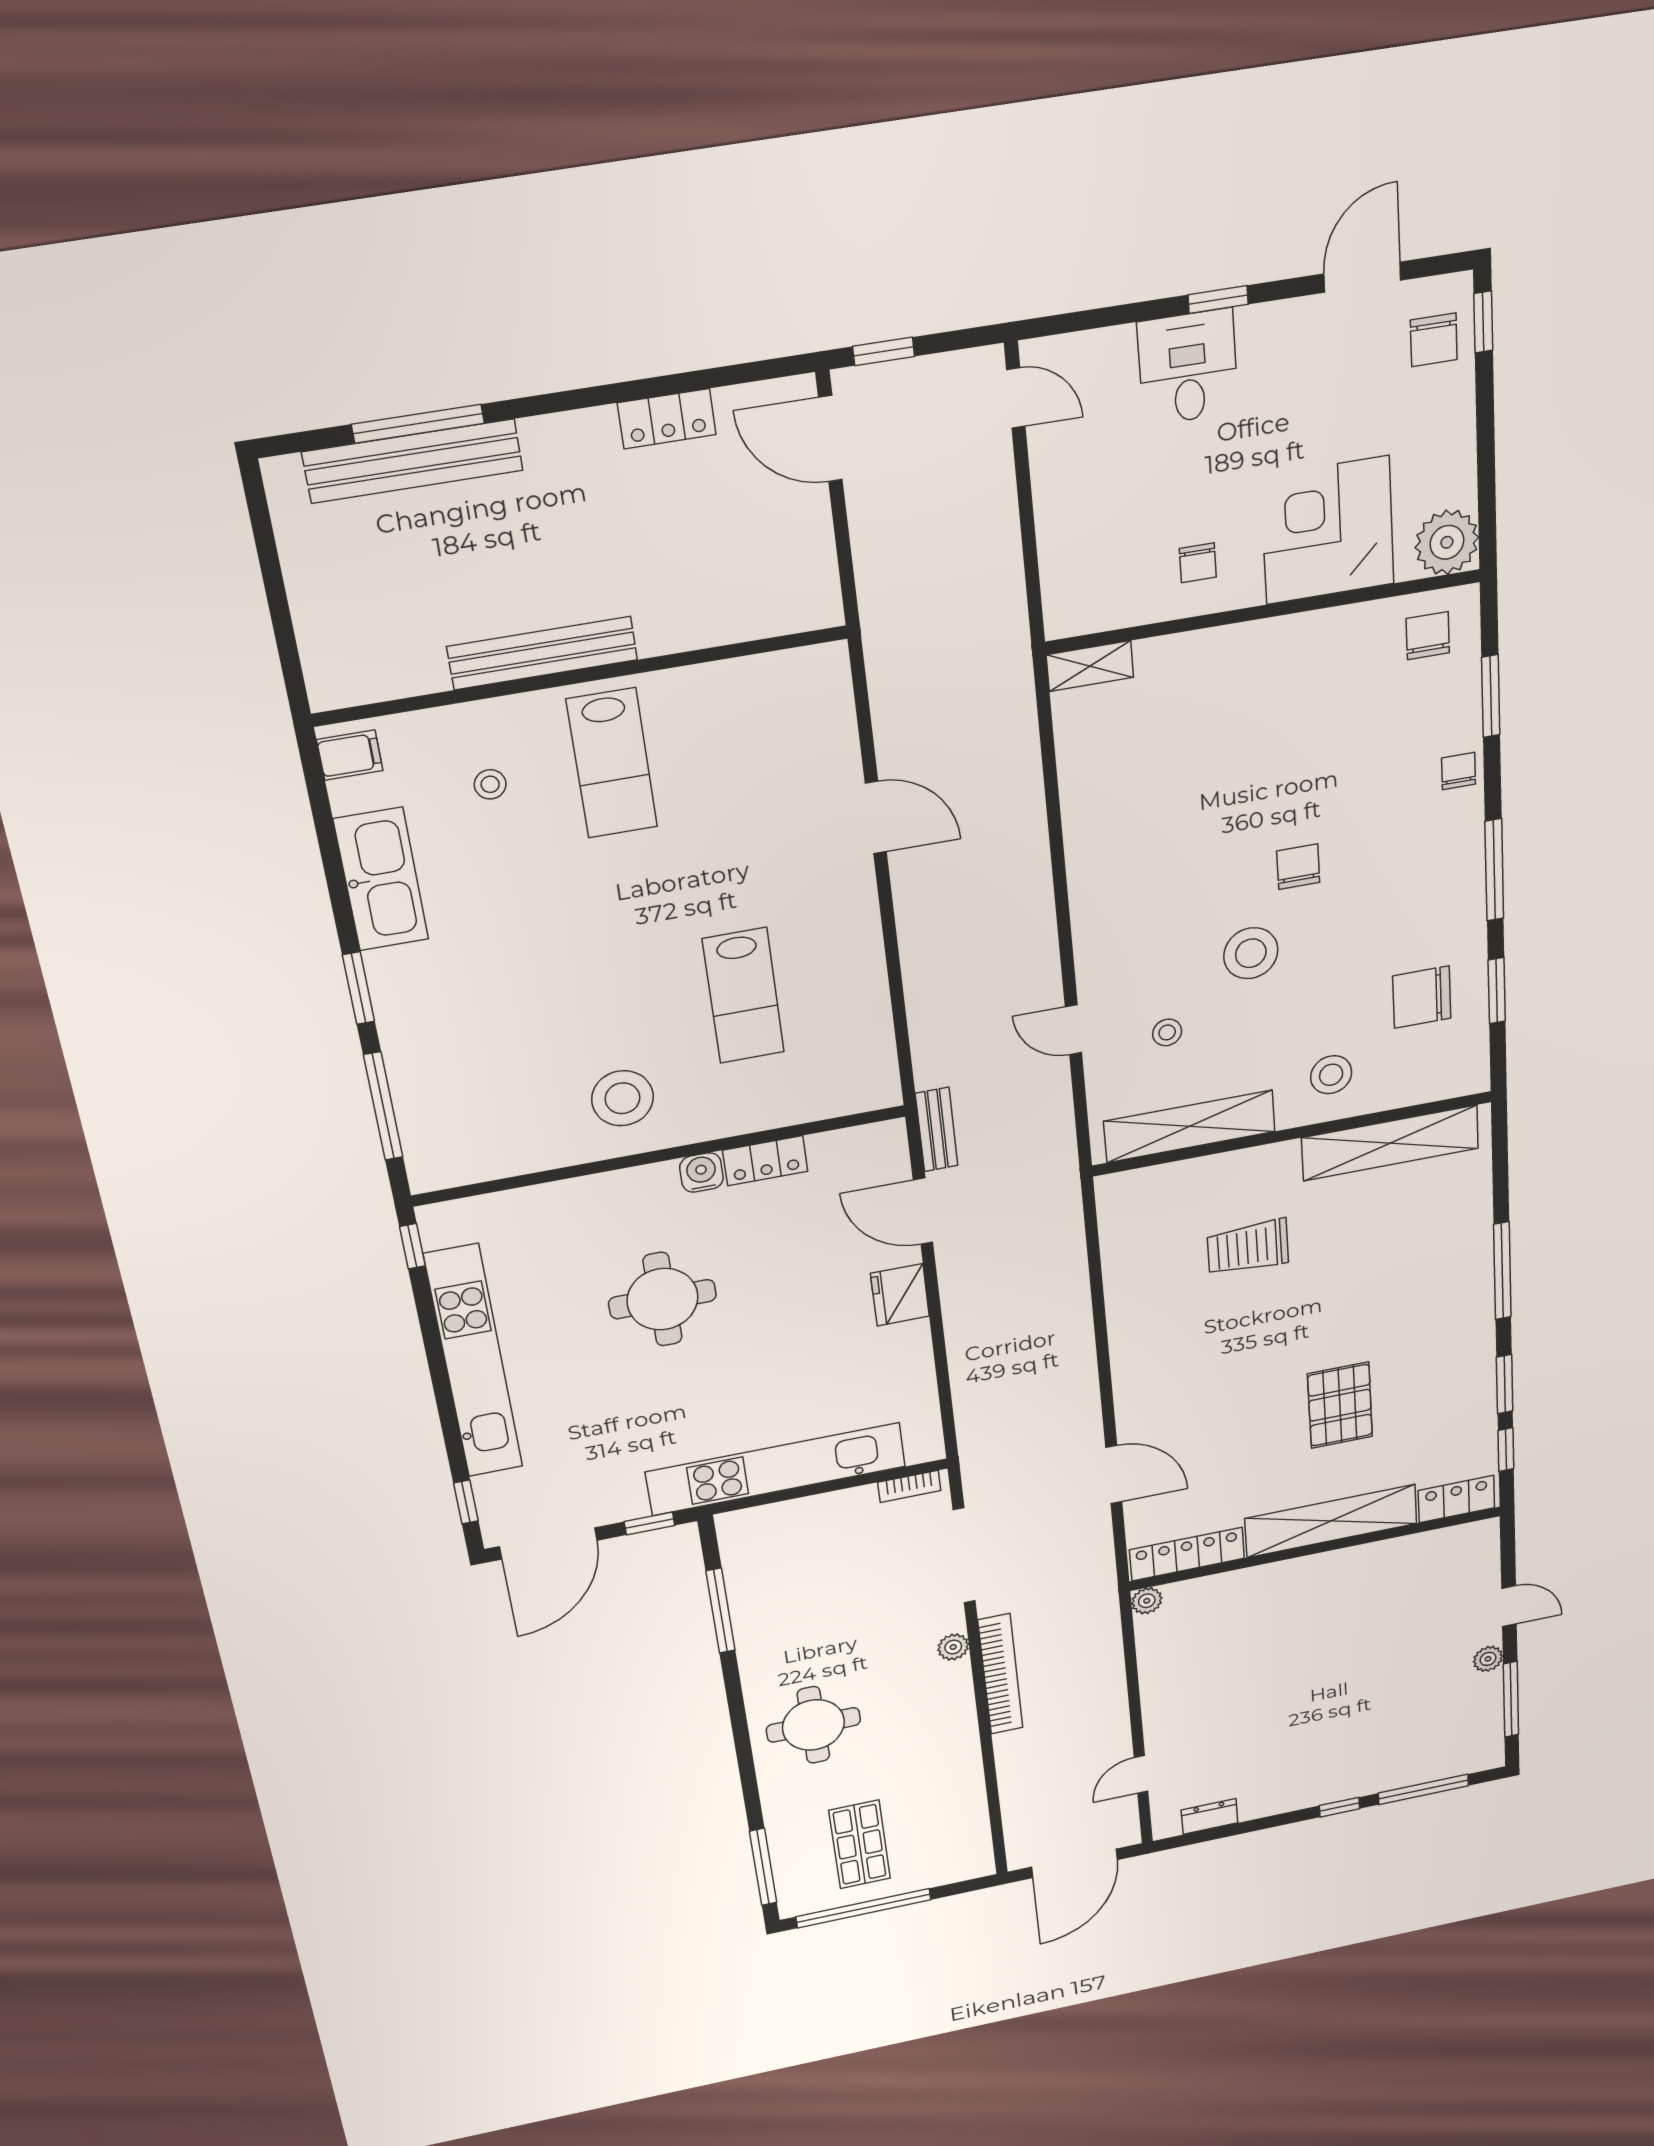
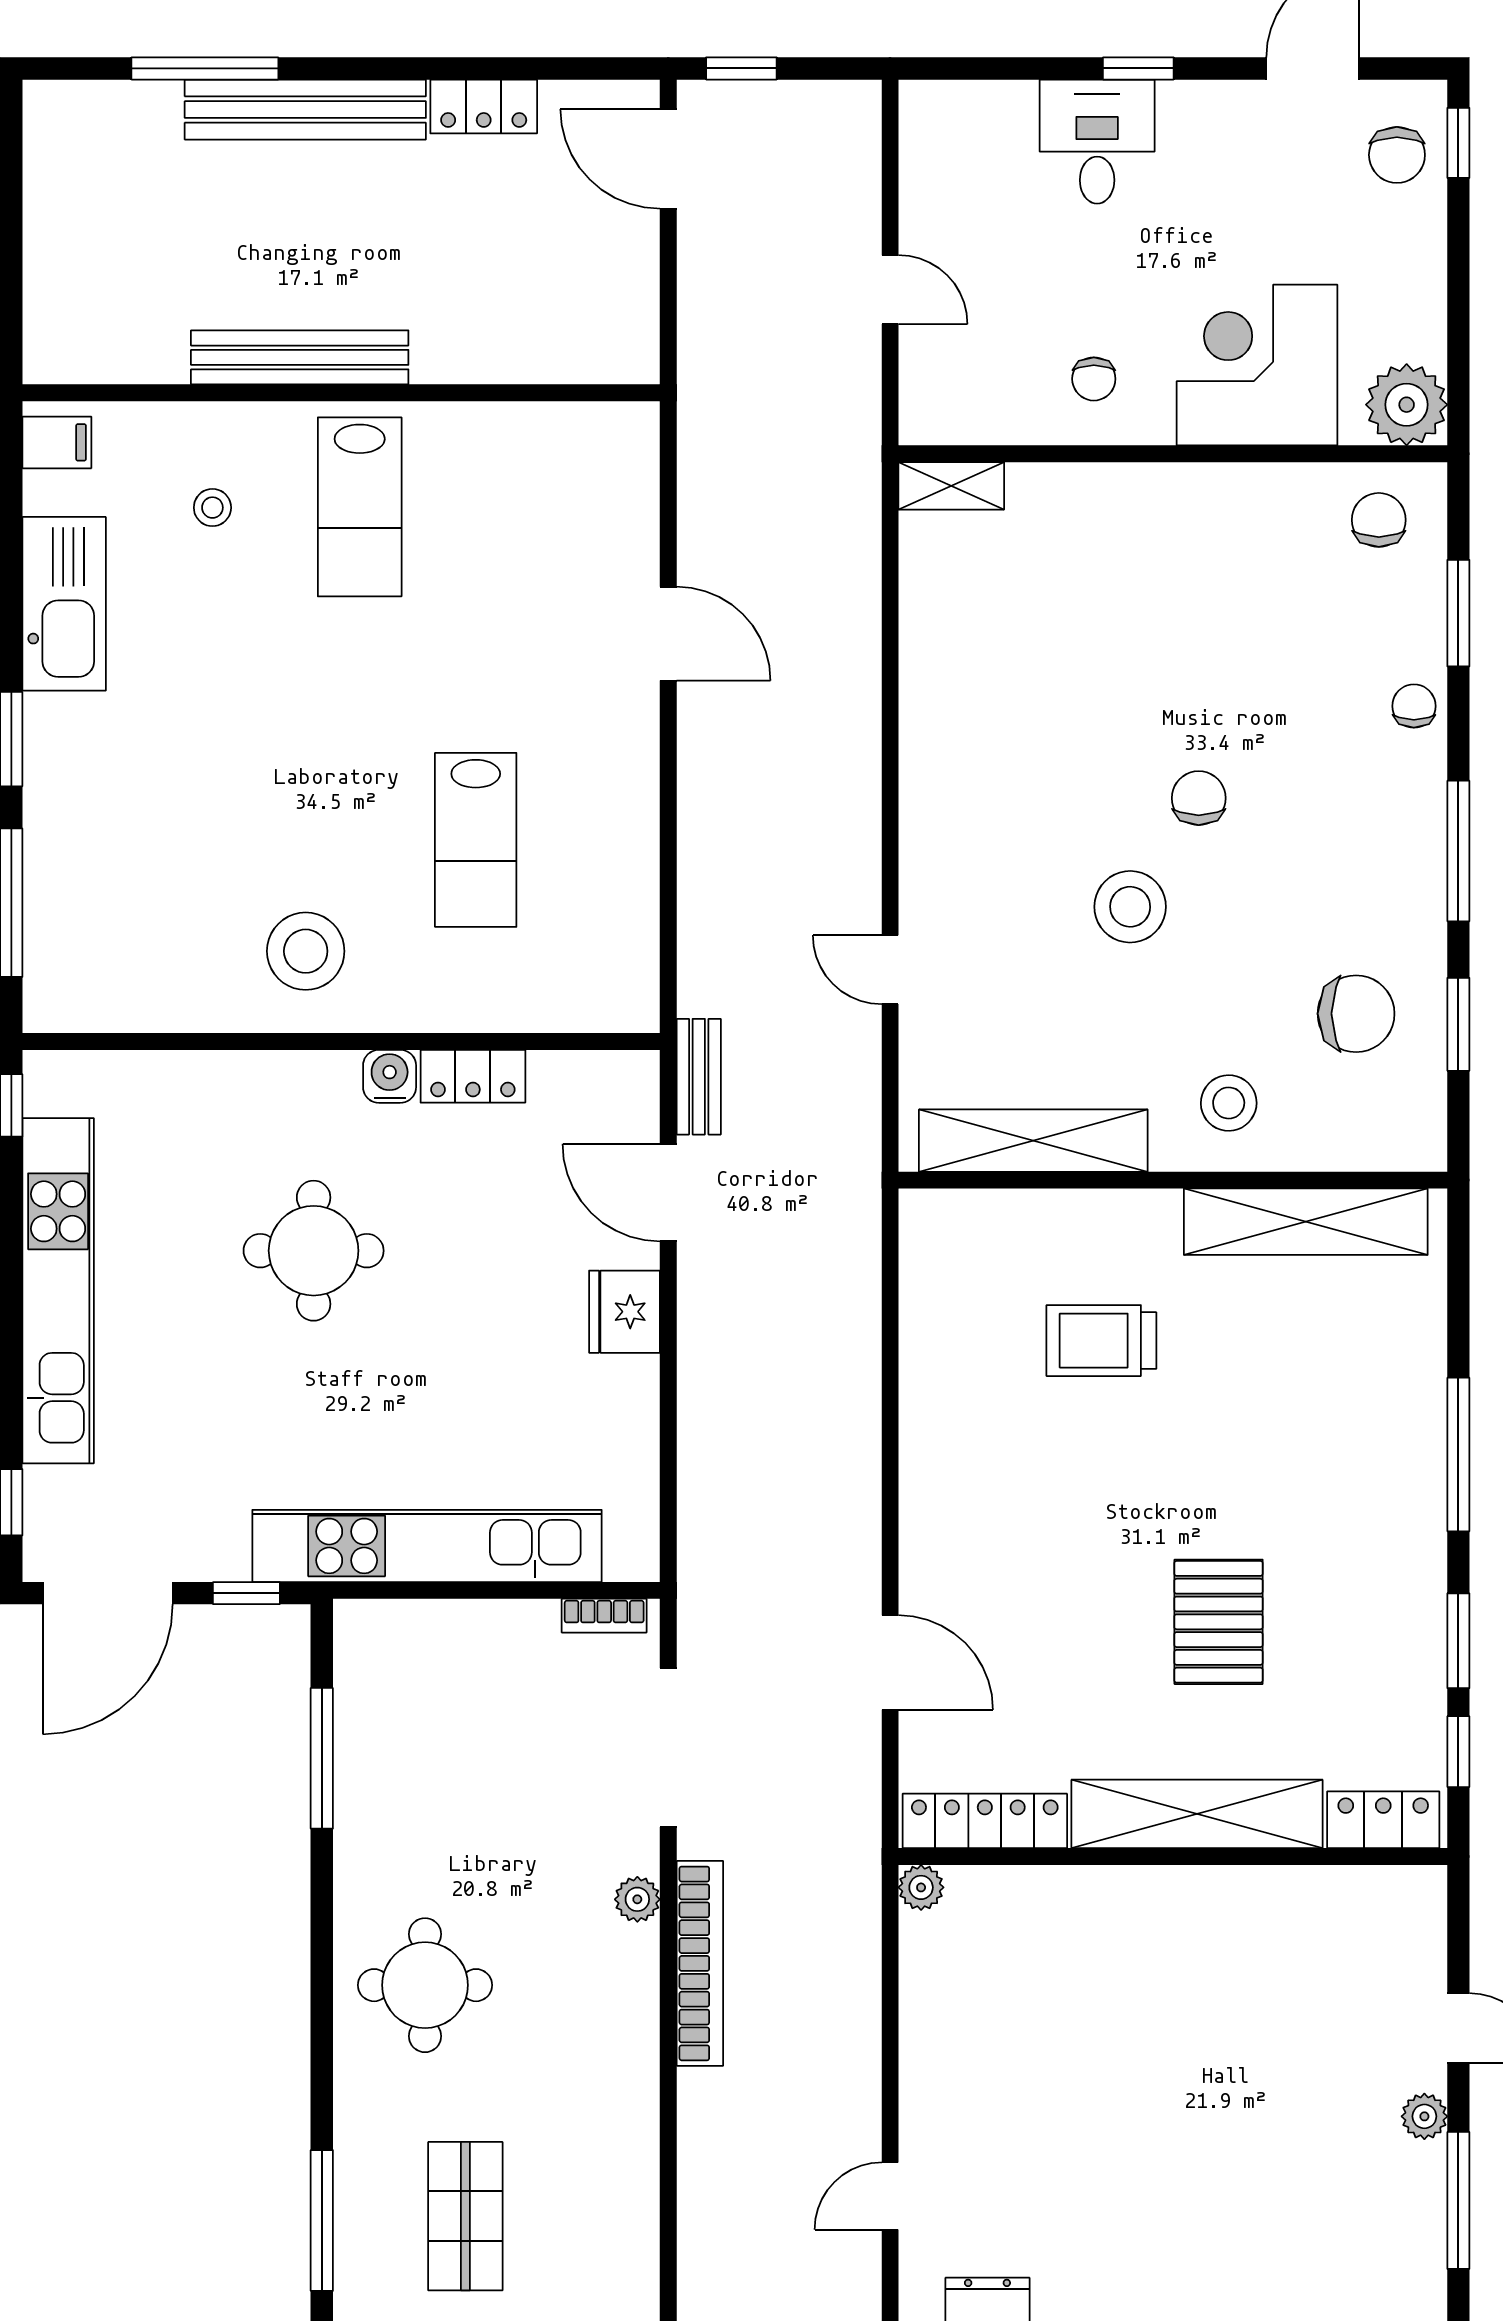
door: (1016, 398) -> (890, 290), moved
bench: (413, 461) -> (305, 110), moved
chair: (1422, 997) -> (1356, 1014), turned 180
stool: (1167, 1032) -> (1013, 998), removed

